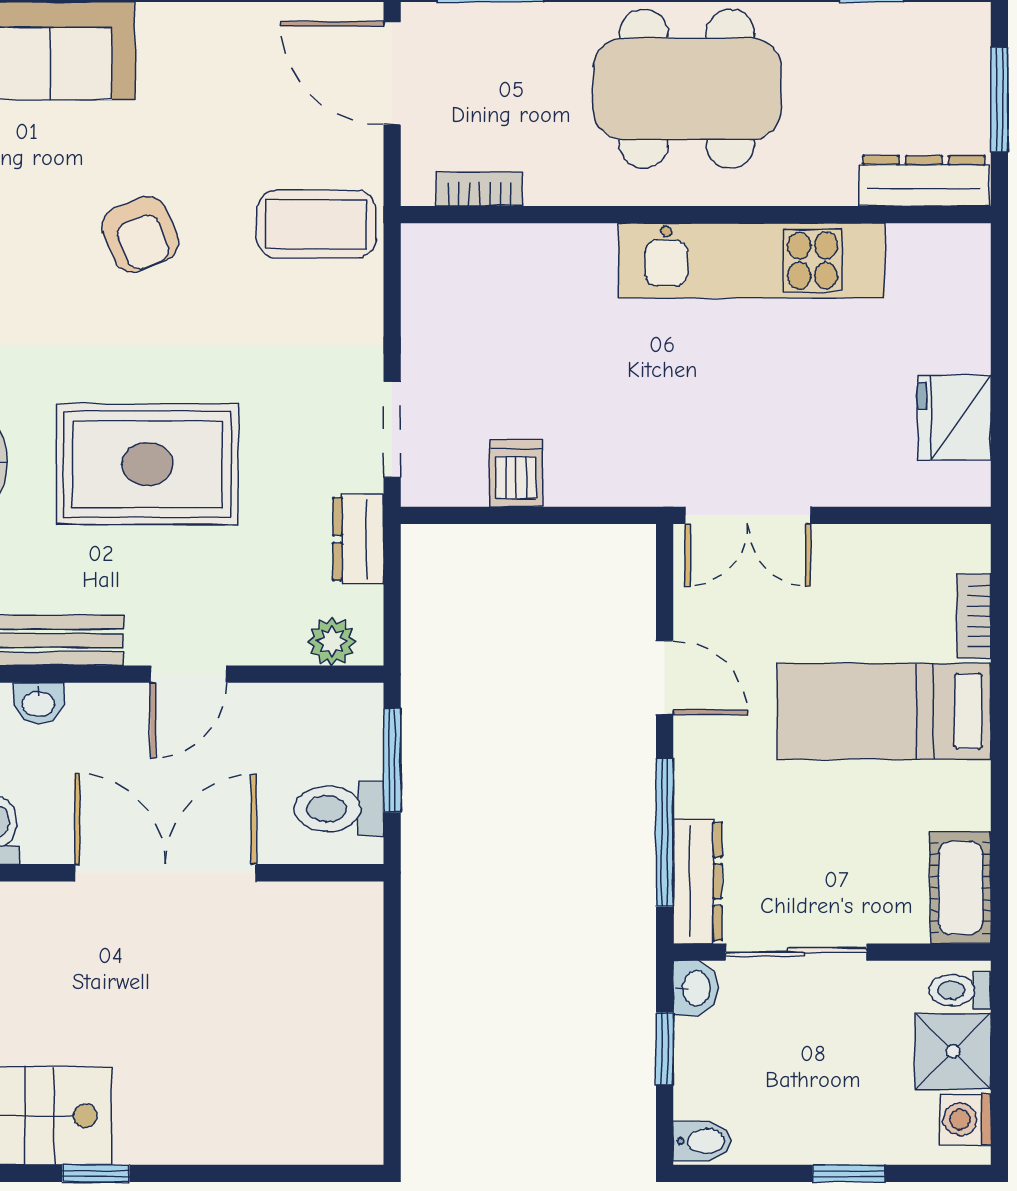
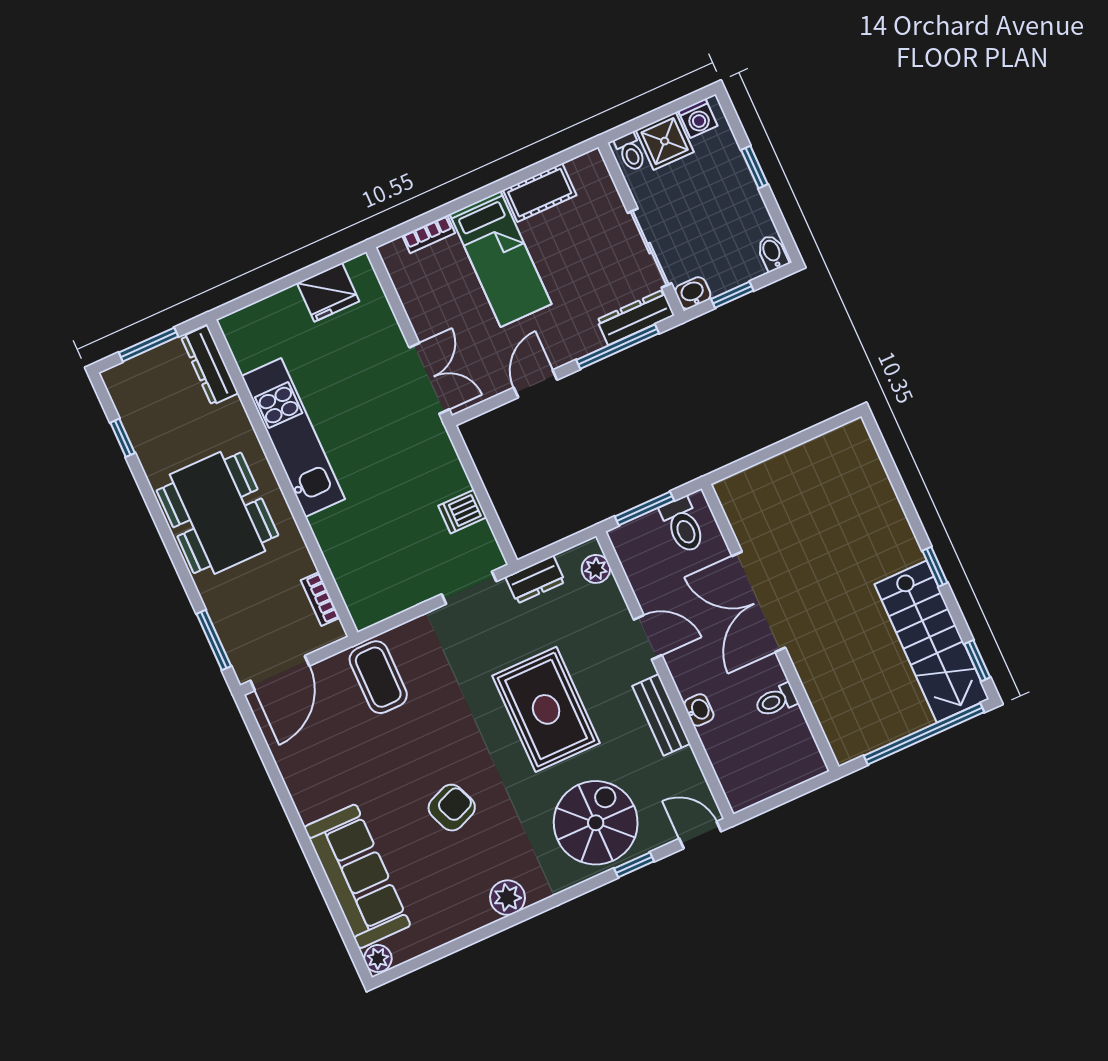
armchair: (140, 234) -> (452, 808), moved
cot: (960, 888) -> (540, 193), moved

